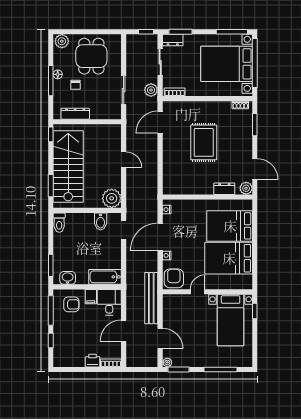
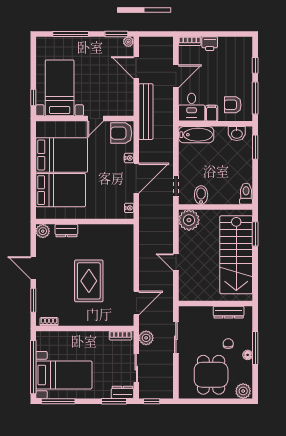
bed with nightstands: (227, 64) -> (64, 375), width x0.73
window: (51, 134) -> (255, 290), removed
door: (255, 169) -> (33, 268), moved
armchair: (174, 278) -> (121, 133), turned 90

